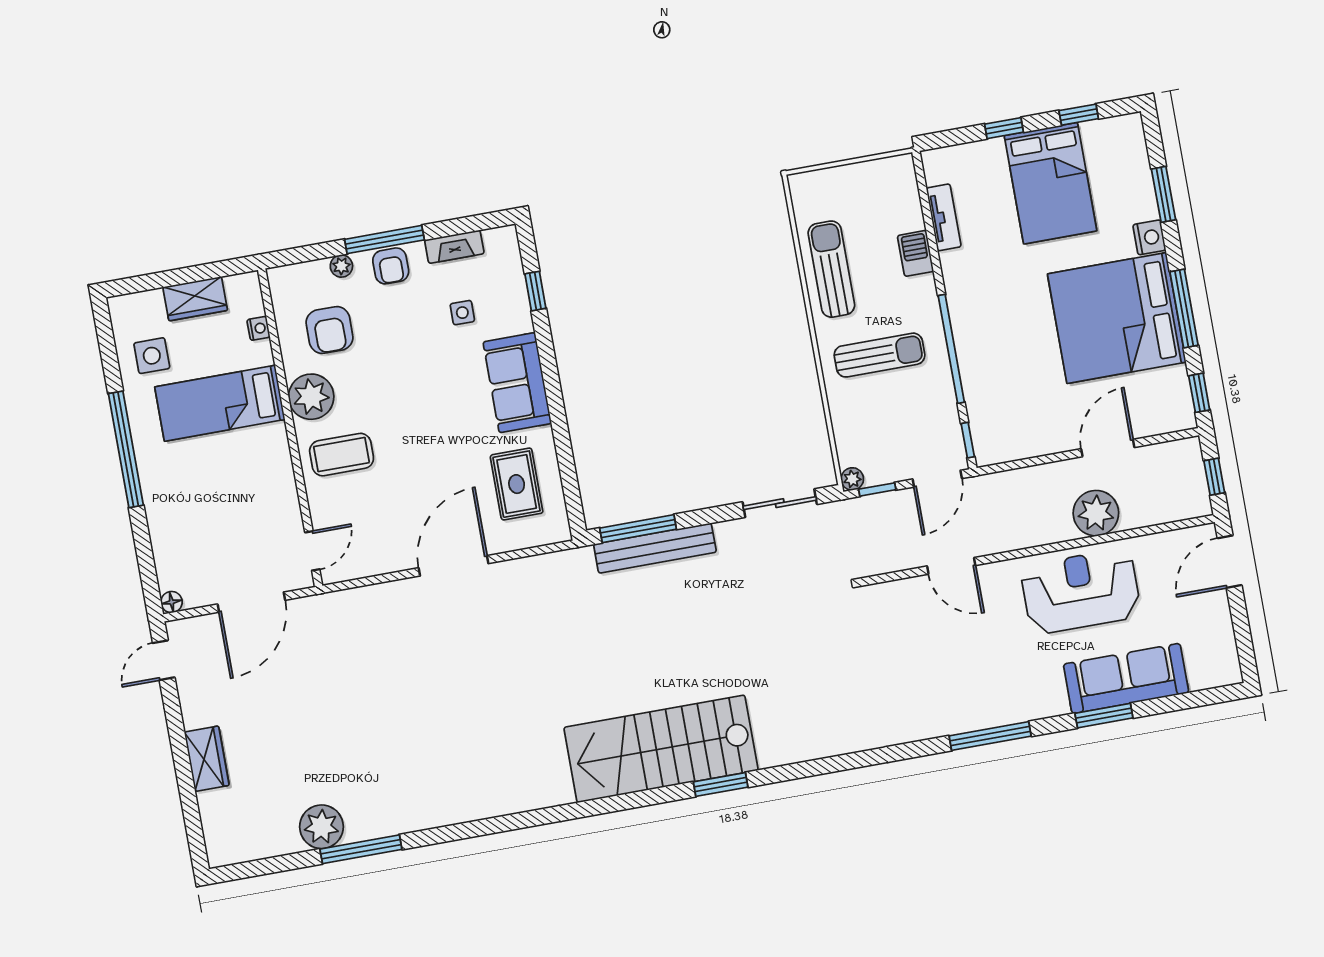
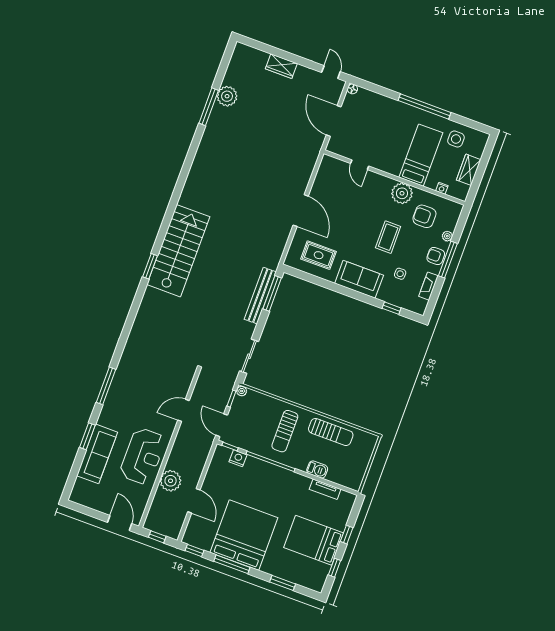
nightstand: (1149, 237) -> (238, 458), moved, turned 180
coffee table: (342, 455) -> (388, 237), moved
door: (312, 551) -> (360, 165), moved

